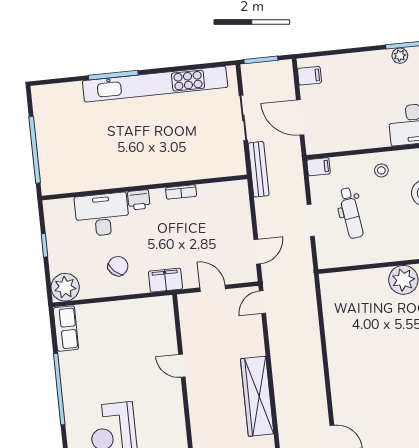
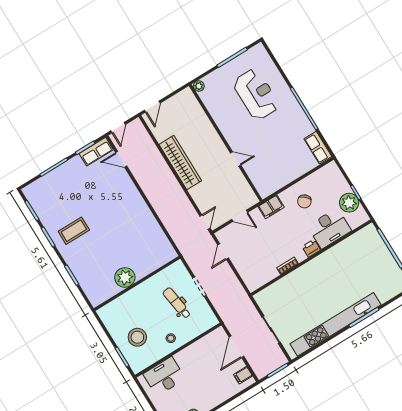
door: (300, 117) -> (236, 347), swing flipped
filing cabinet: (319, 167) -> (210, 322), removed
bench: (259, 169) -> (247, 303), removed
plant: (65, 287) -> (349, 203), moved

